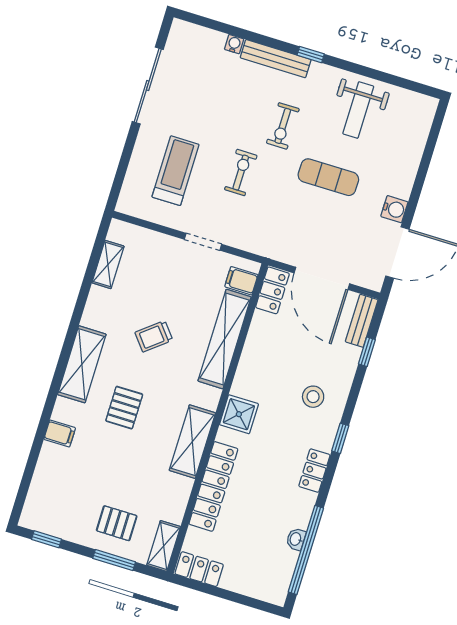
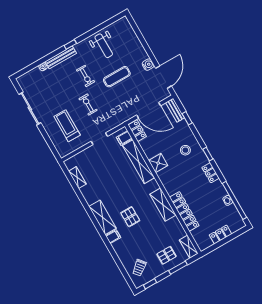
trolley: (154, 336) -> (139, 268), moved
shower: (239, 414) -> (158, 163), moved
filing cabinet: (60, 434) -> (113, 237), moved
locker: (199, 569) -> (221, 235), moved

